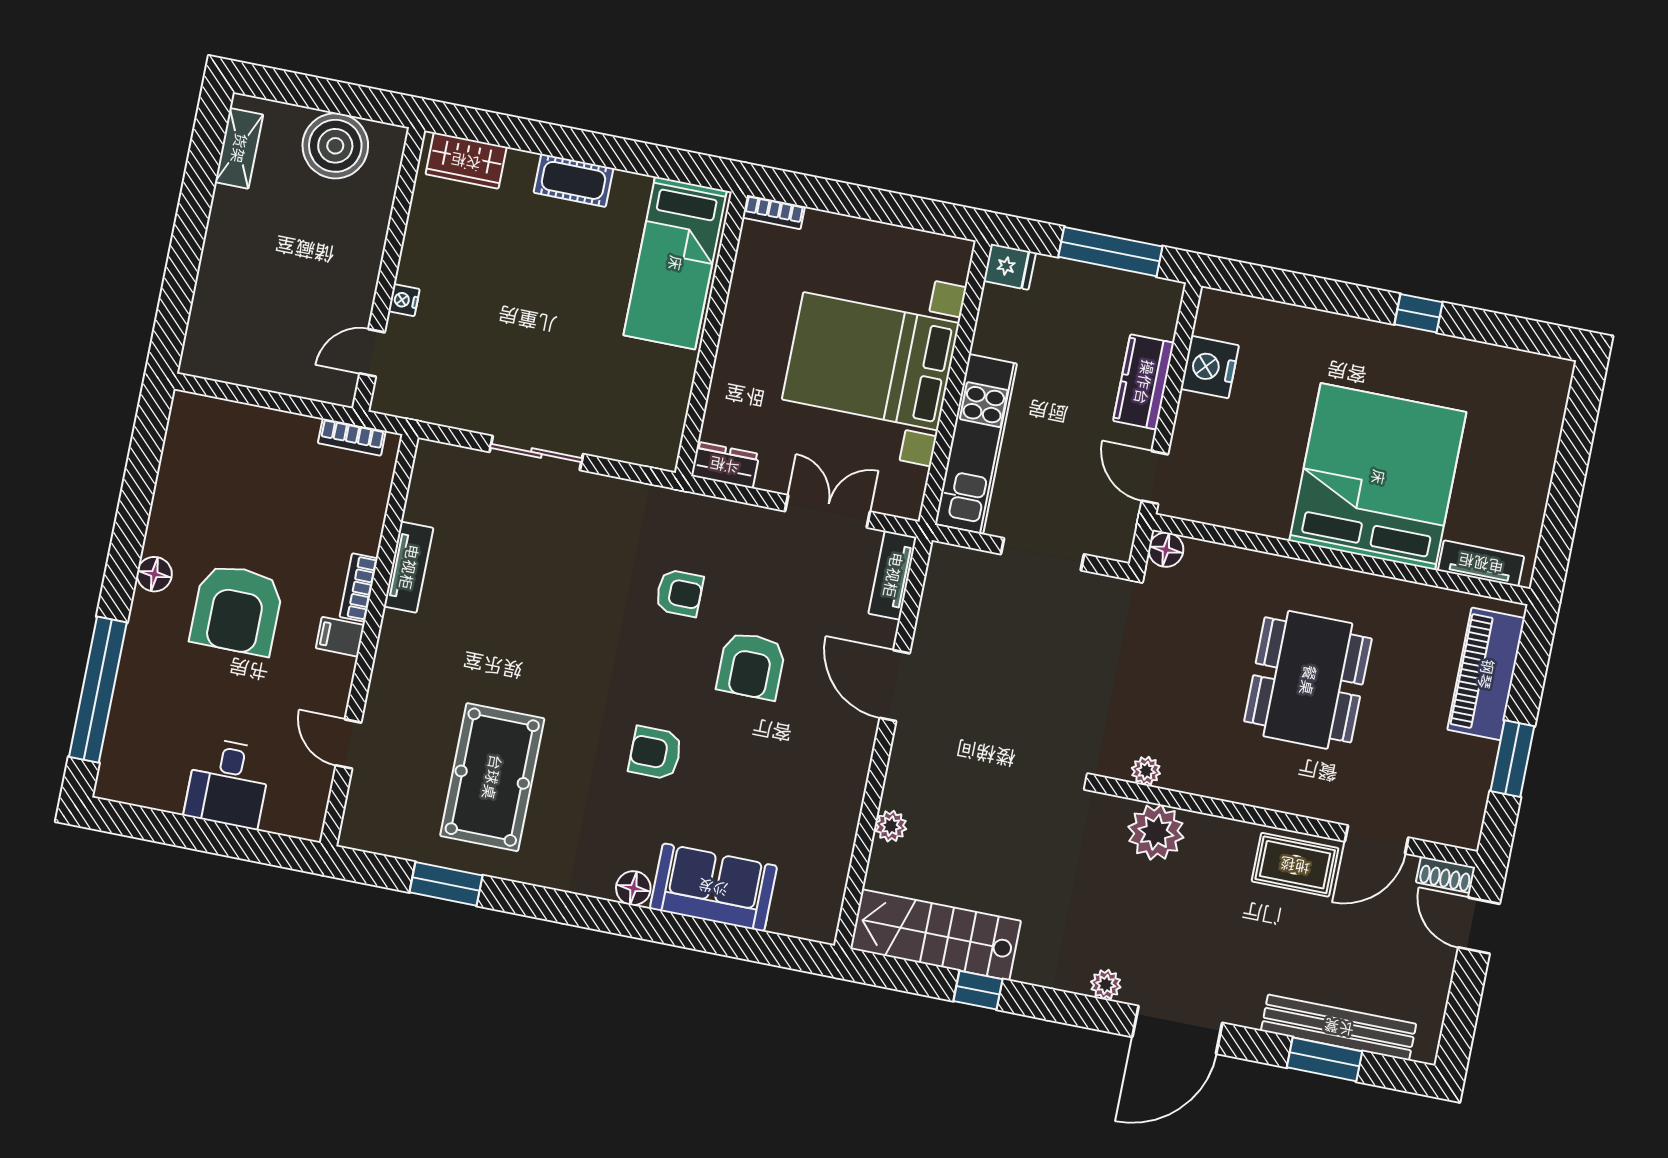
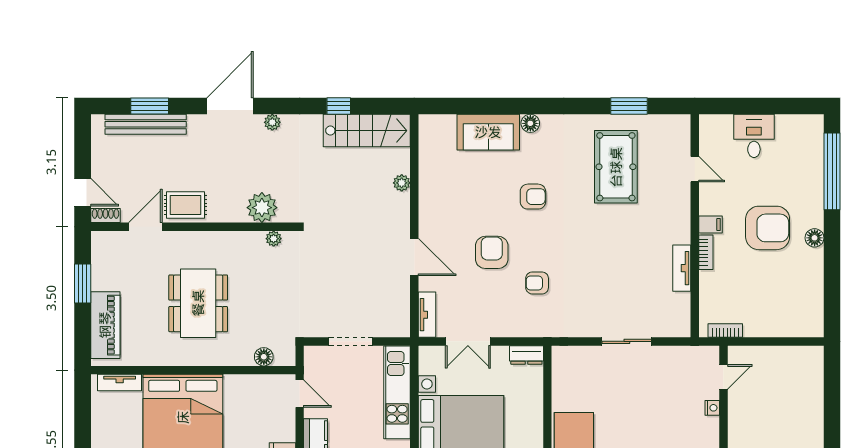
floor lamp: (1166, 550) -> (264, 357), moved
armchair: (237, 610) -> (768, 228), turned 90

